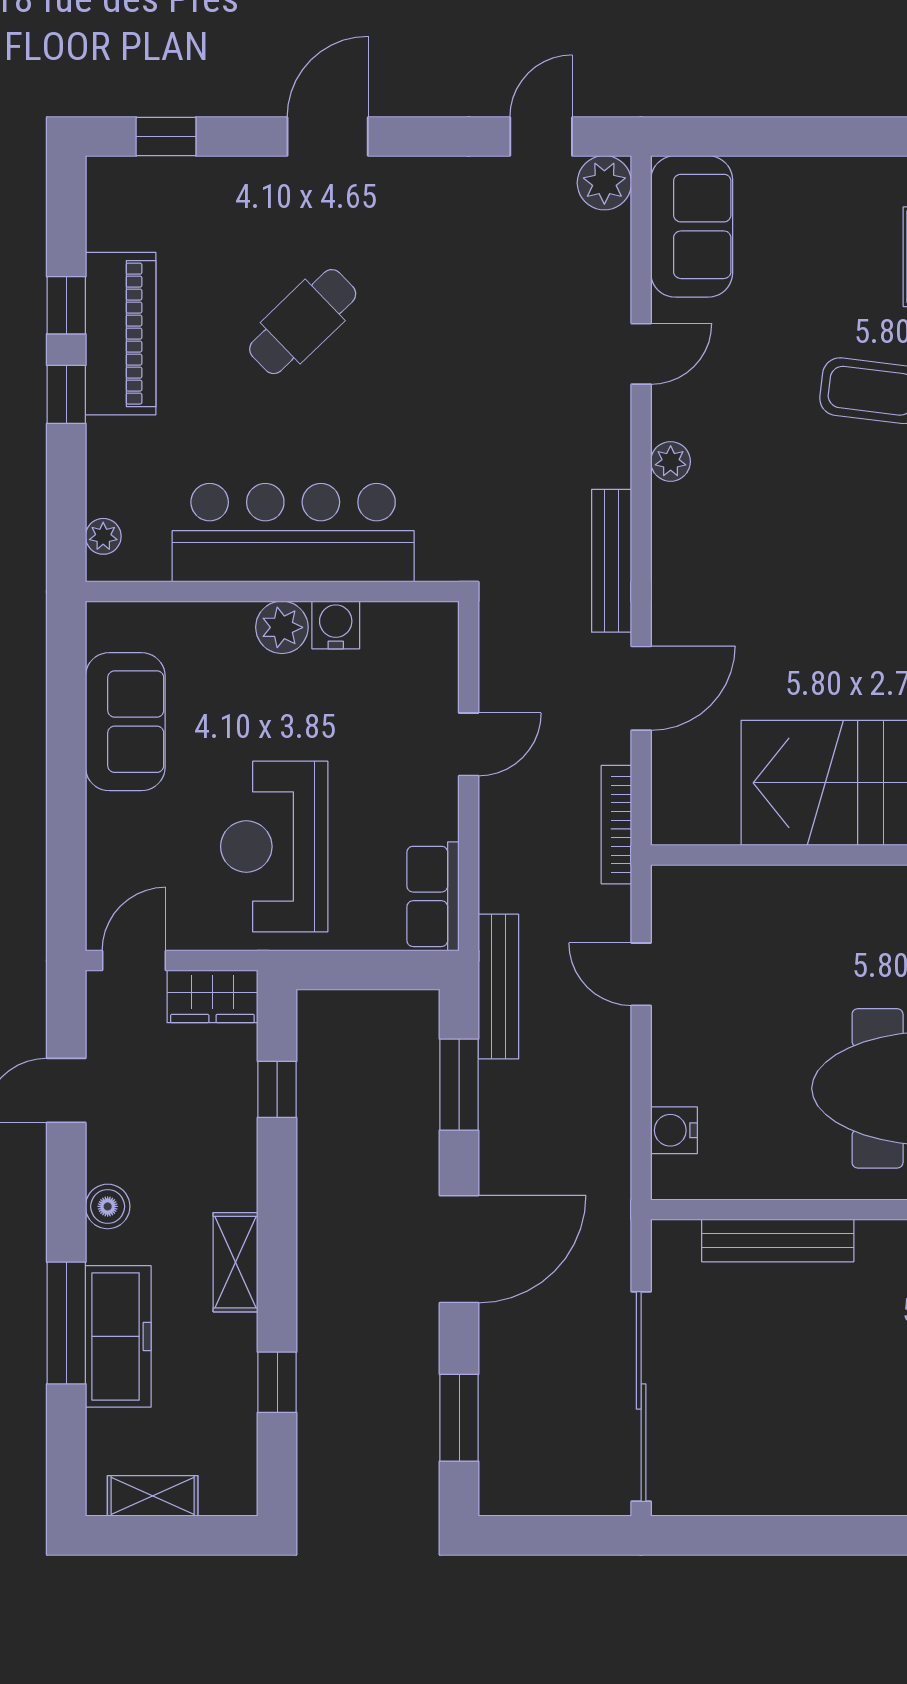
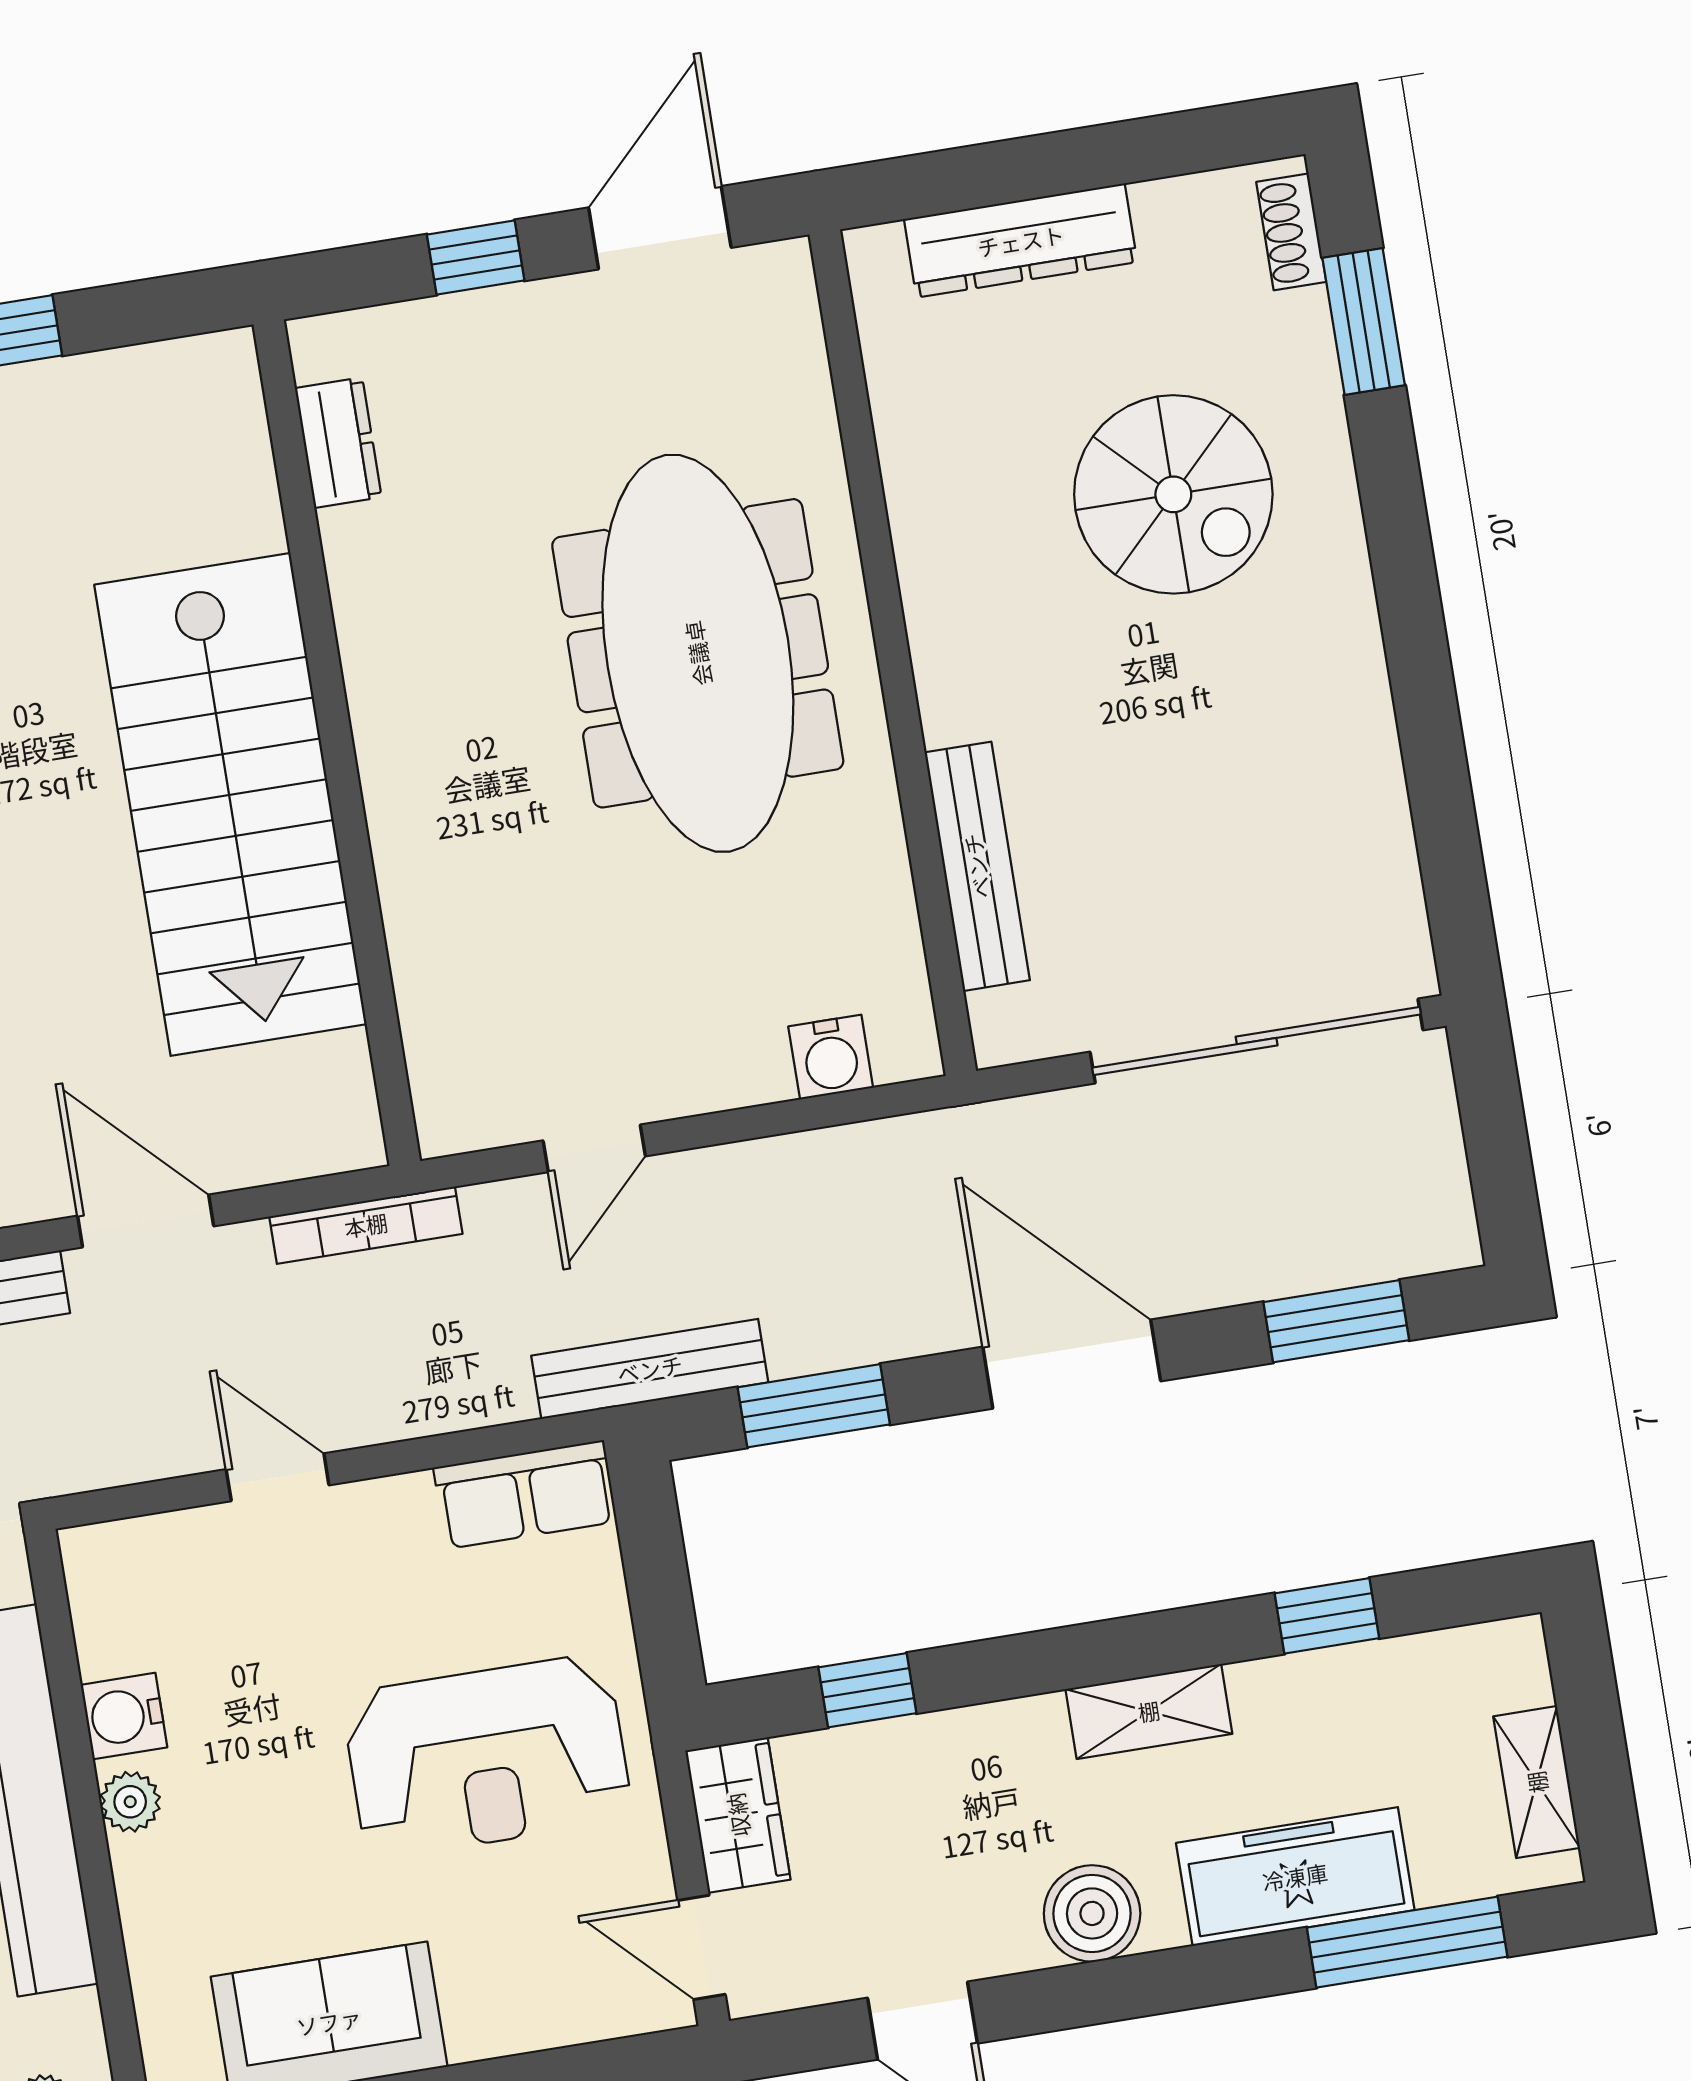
plant: (282, 627) -> (130, 1802), width x0.73, depth x0.73
boiler: (108, 1206) -> (1092, 1913), width x1.36, depth x1.36
window: (66, 1323) -> (1407, 1942), moved

